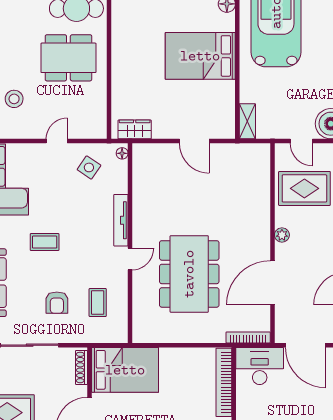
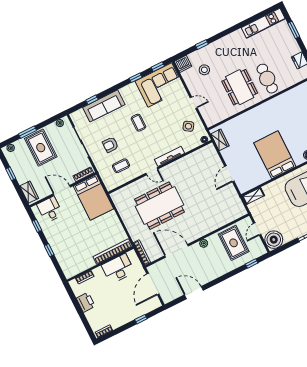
desk: (260, 366) -> (118, 269), moved, turned -90

